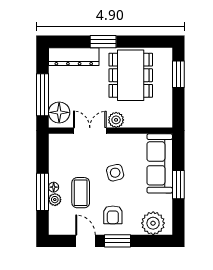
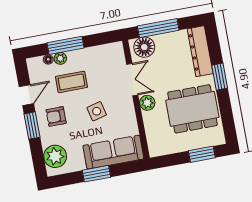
floor lamp: (54, 187) -> (48, 59), moved

